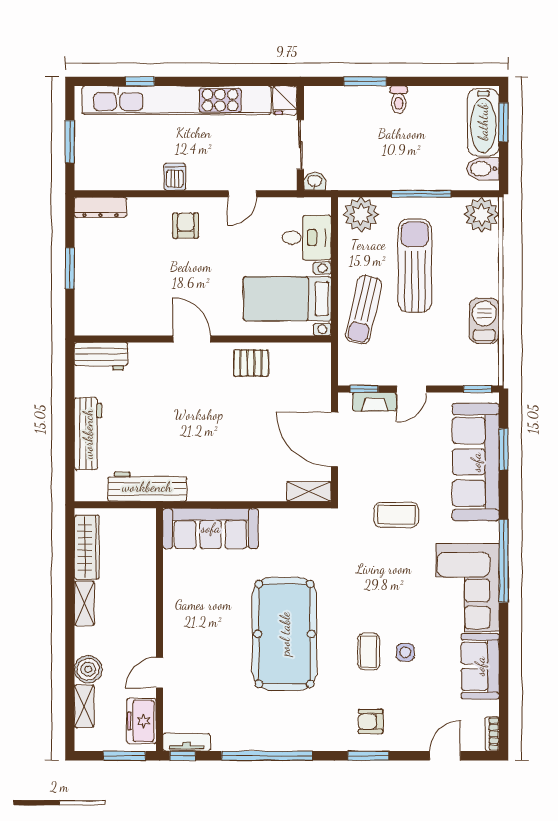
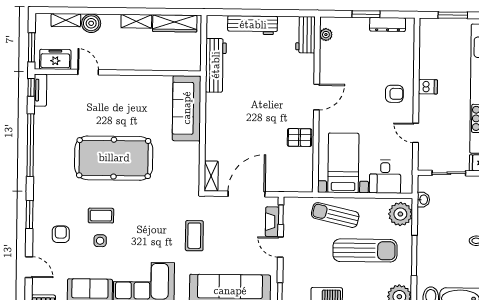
washbasin: (315, 181) -> (423, 200), moved
dresser: (100, 207) -> (388, 24), moved, turned -90
plant: (100, 326) -> (326, 35), added
pallet: (251, 363) -> (300, 137), turned 90
armchair: (371, 722) -> (61, 234), moved

